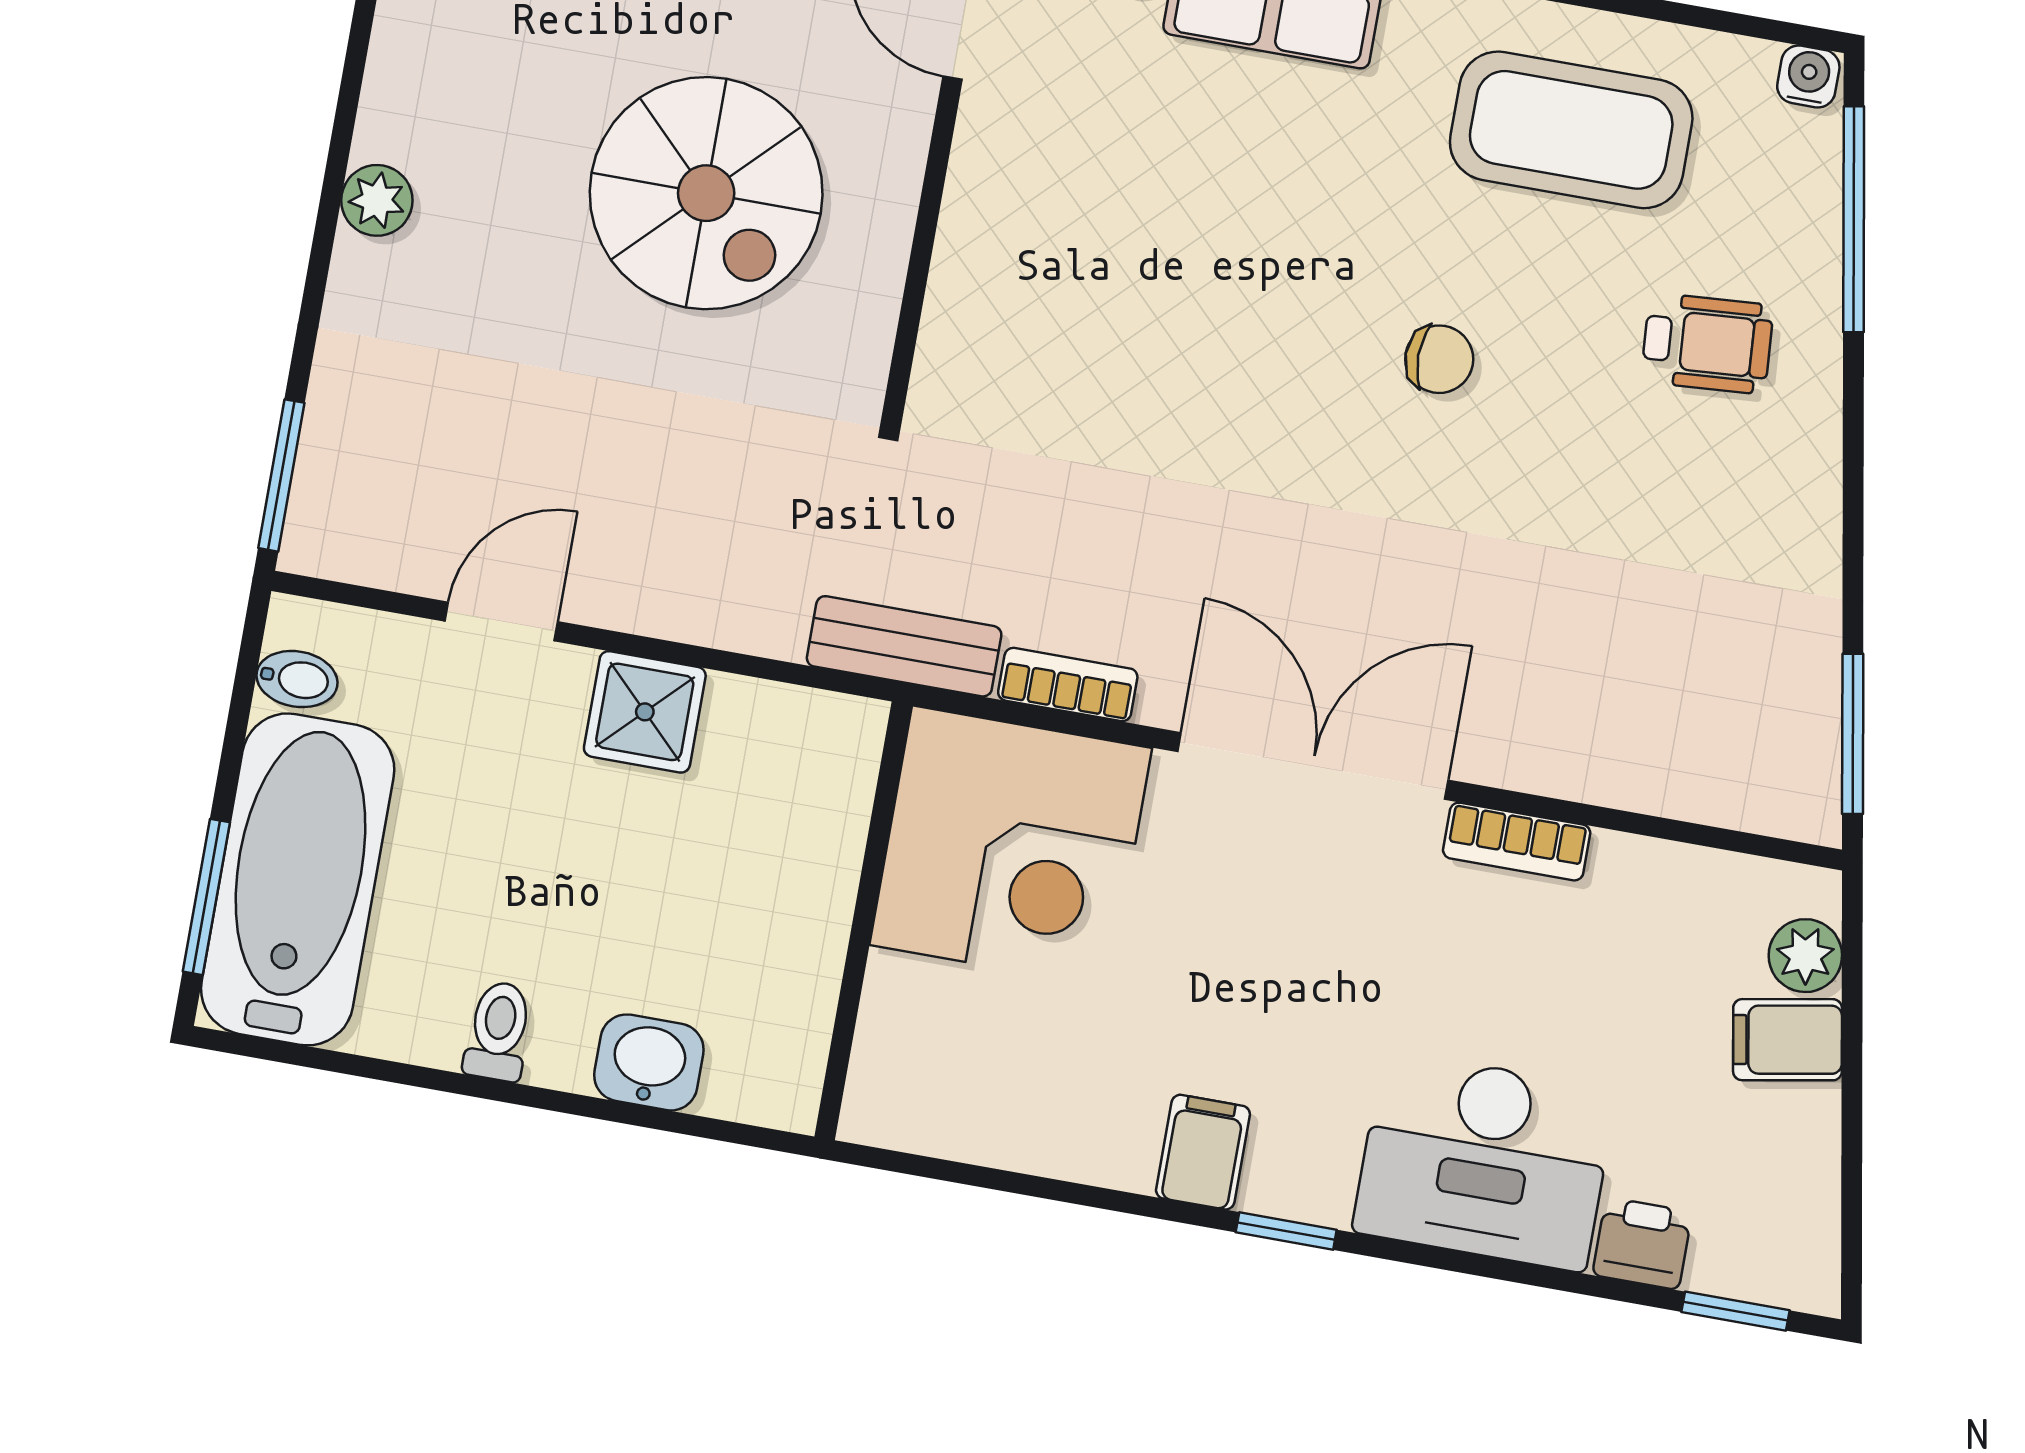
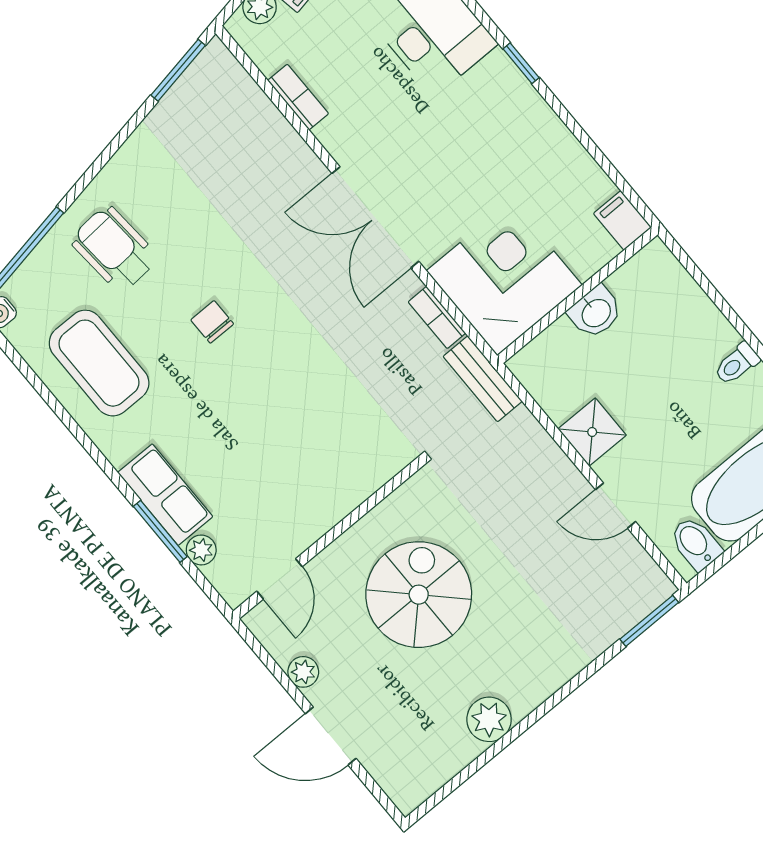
plant: (377, 200) -> (489, 719), moved, width x1.38, depth x1.38
wheelchair: (1707, 343) -> (114, 249), width x1.36, depth x1.37
bidet: (297, 679) -> (696, 543), width x1.38, depth x1.36
bookcase: (1517, 842) -> (298, 97), moved
washbasin: (649, 1062) -> (596, 312), moved, turned -90
filing cabinet: (1203, 1152) -> (622, 220), moved, turned 90

